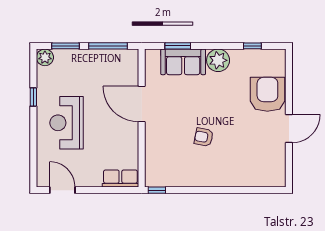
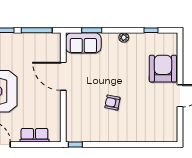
plant: (218, 60) -> (124, 37), width x0.53, depth x0.53
sofa: (183, 62) -> (83, 43), moved
row of seats: (120, 178) -> (34, 135), moved

